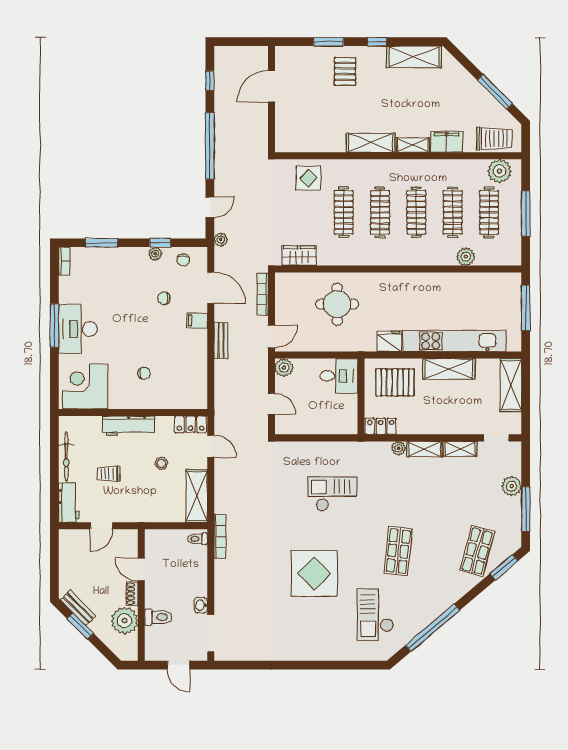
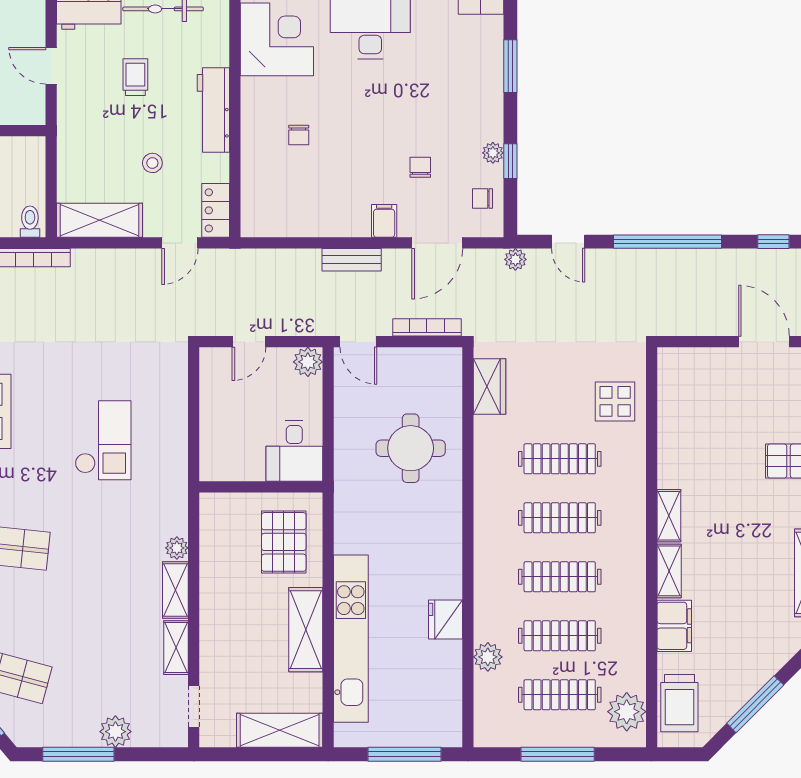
shelving: (371, 143) -> (669, 516), width x0.67, depth x0.75
fridge: (389, 341) -> (446, 620), moved, turned 180
locker: (381, 426) -> (213, 519), removed

